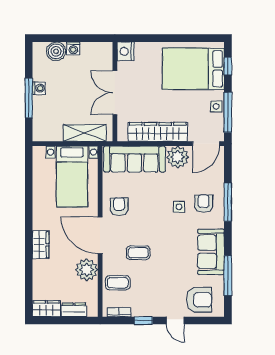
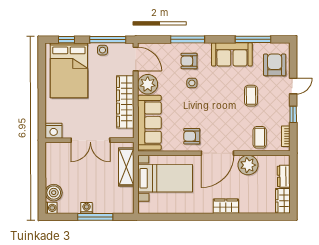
washing machine: (73, 48) -> (51, 208), moved
coffee table: (138, 253) -> (251, 96), moved

